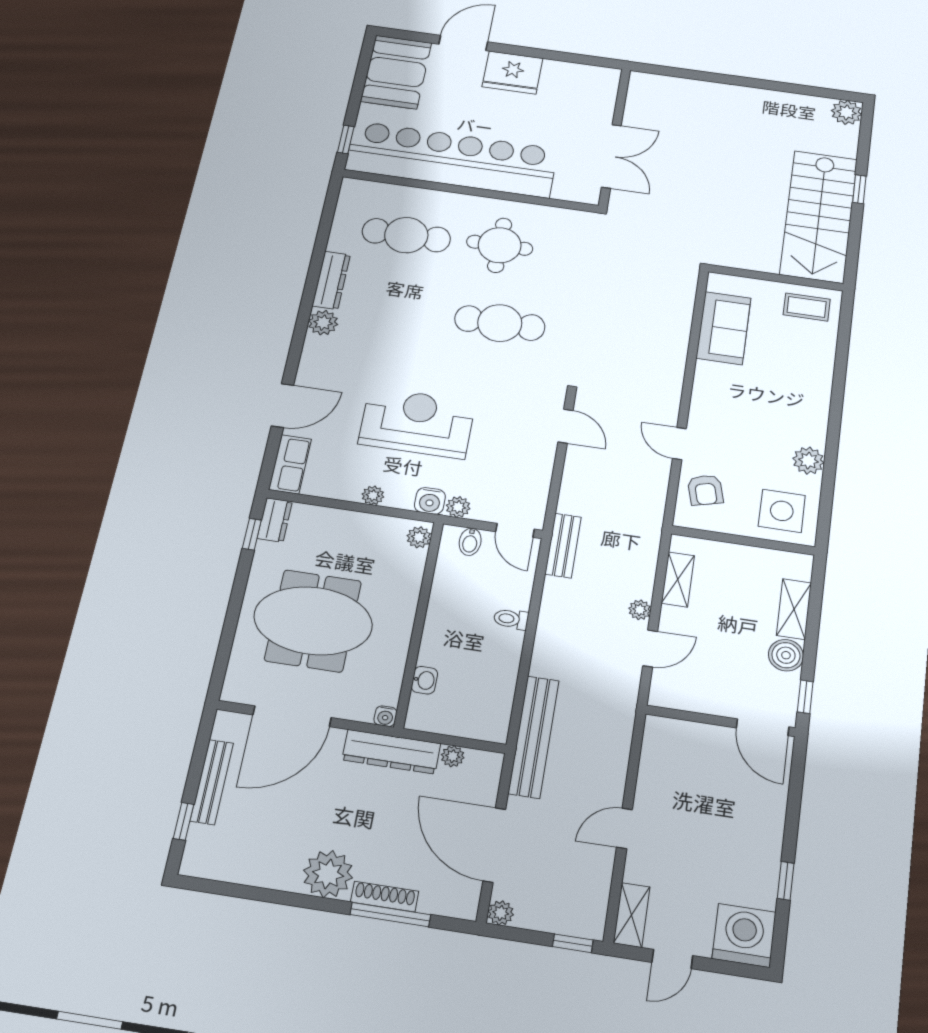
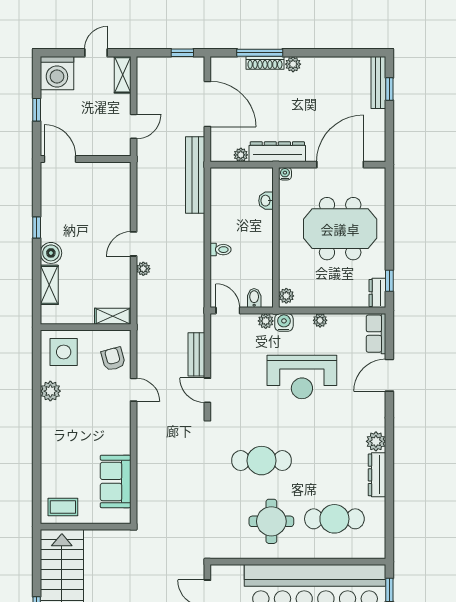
bench: (563, 546) -> (196, 354), moved
shelving: (678, 579) -> (113, 316), moved, turned 90
wall: (721, 721) -> (86, 159), moved
door: (763, 727) -> (60, 159), moved
bench: (212, 782) -> (378, 83), moved
plant: (328, 874) -> (293, 64), width x0.53, depth x0.53
plant: (501, 913) -> (197, 64), removed
window: (573, 943) -> (182, 53), moved

